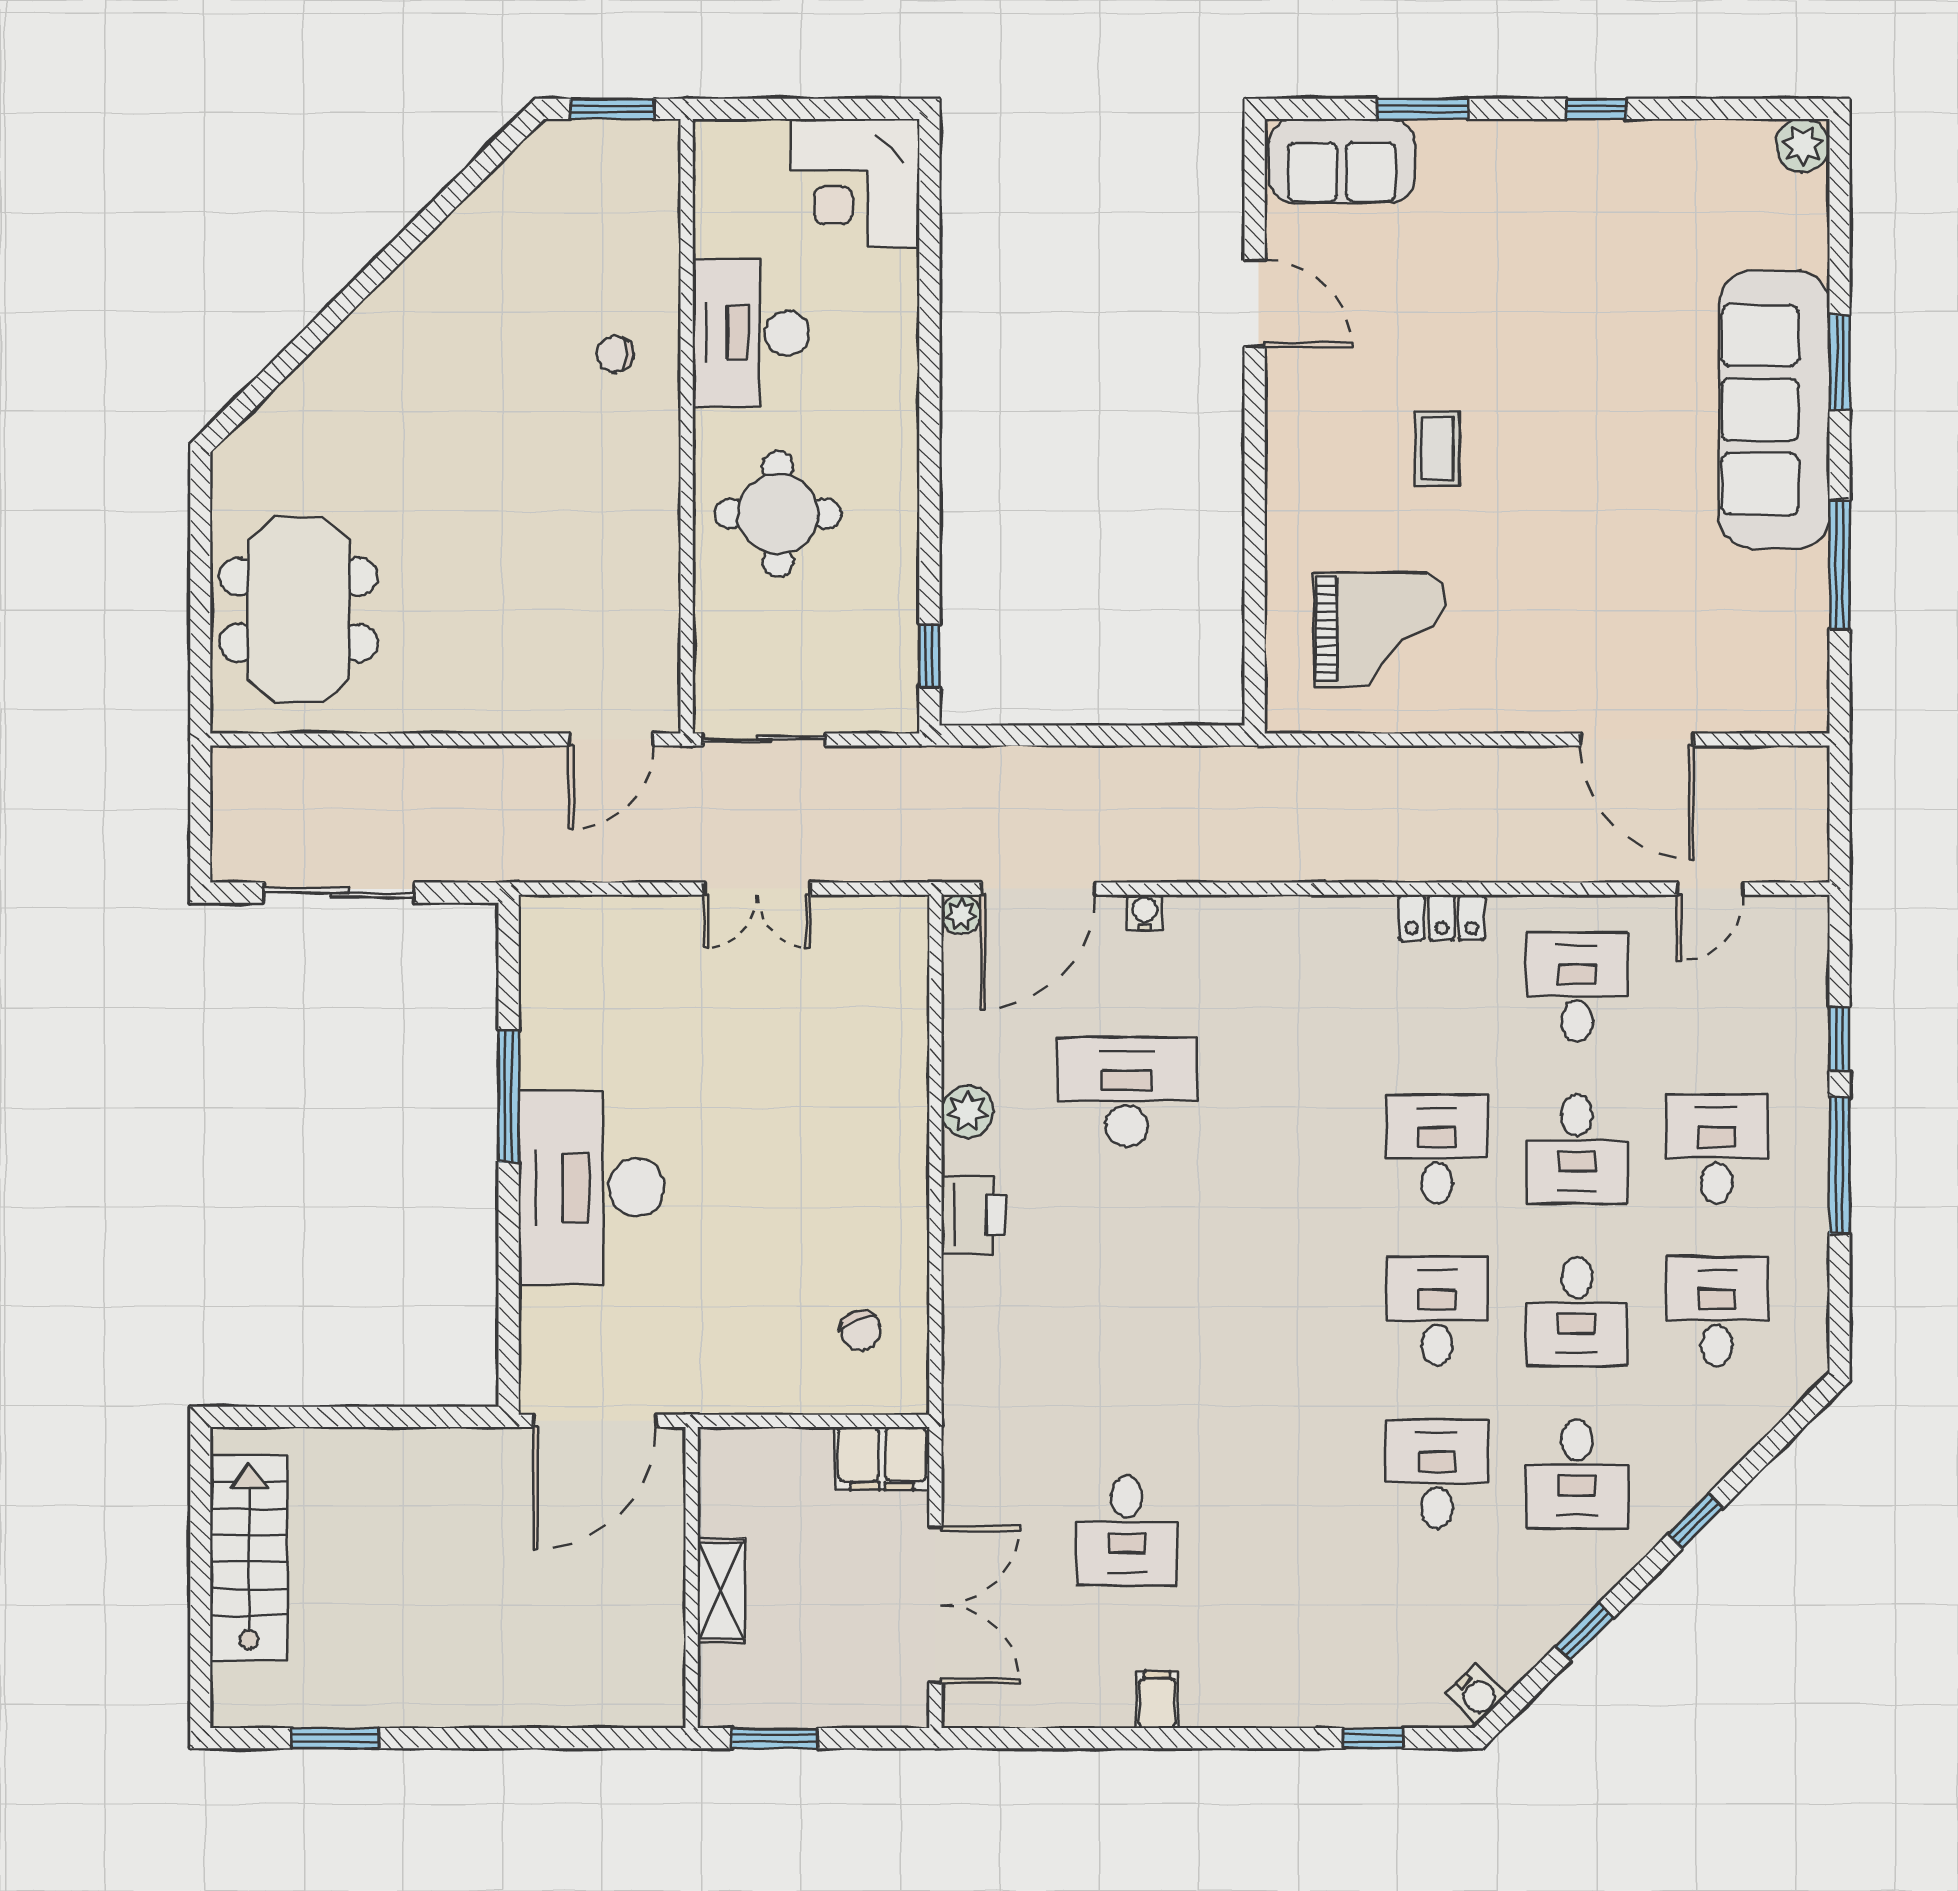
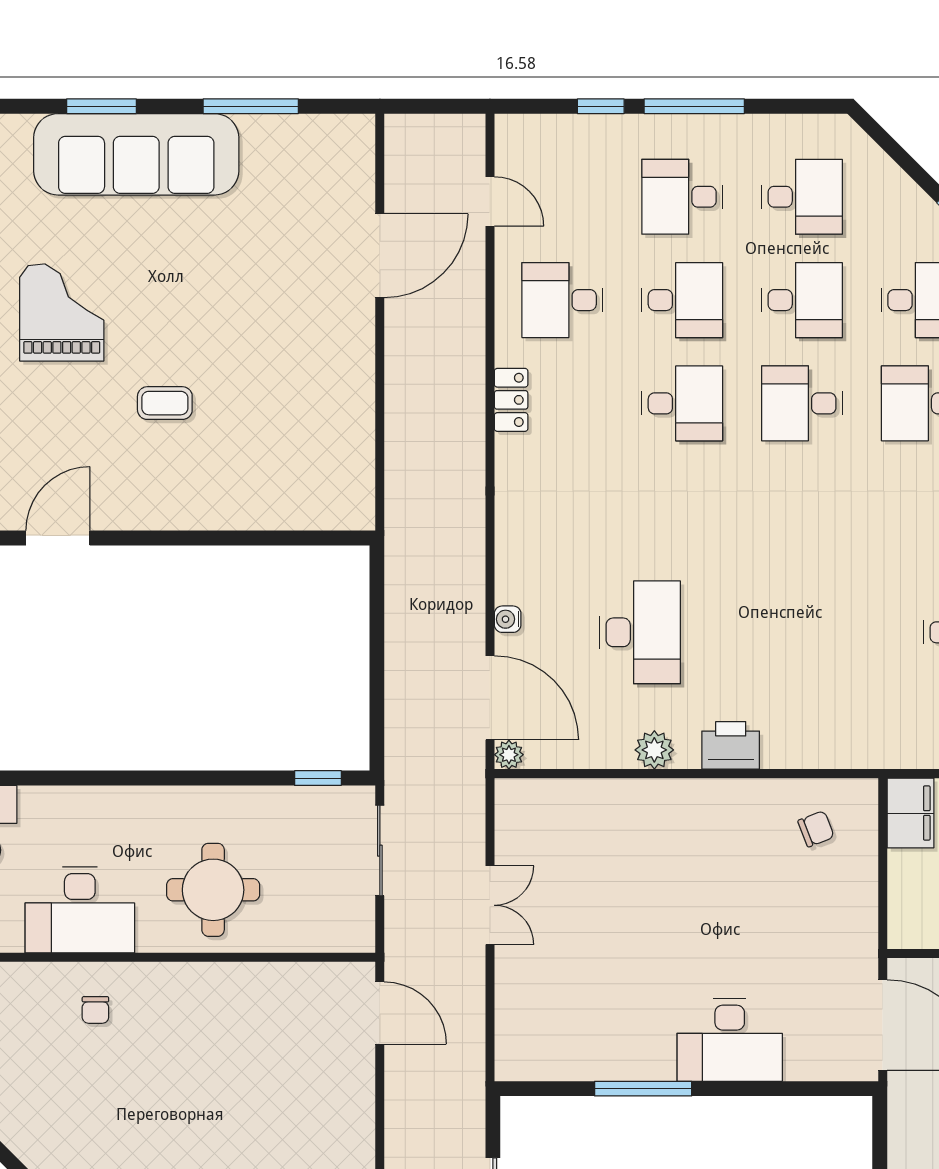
grand piano: (1379, 629) -> (62, 312), moved
sliding door: (764, 740) -> (380, 851), moved
desk: (1127, 1092) -> (640, 632), turned 180
desk: (1437, 1149) -> (682, 403), turned 180
desk: (591, 1188) -> (730, 1040), width x0.73, depth x0.77
desk: (1717, 1311) -> (802, 197), turned 180

